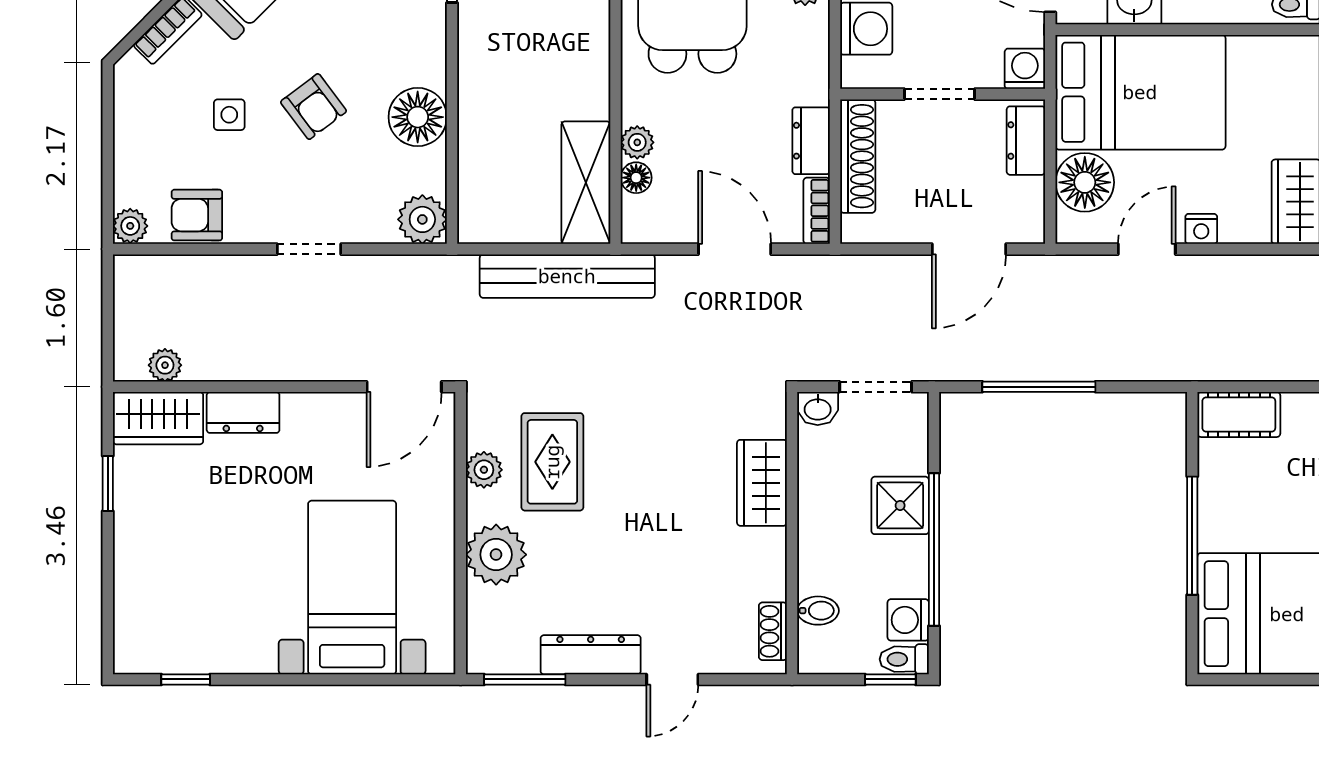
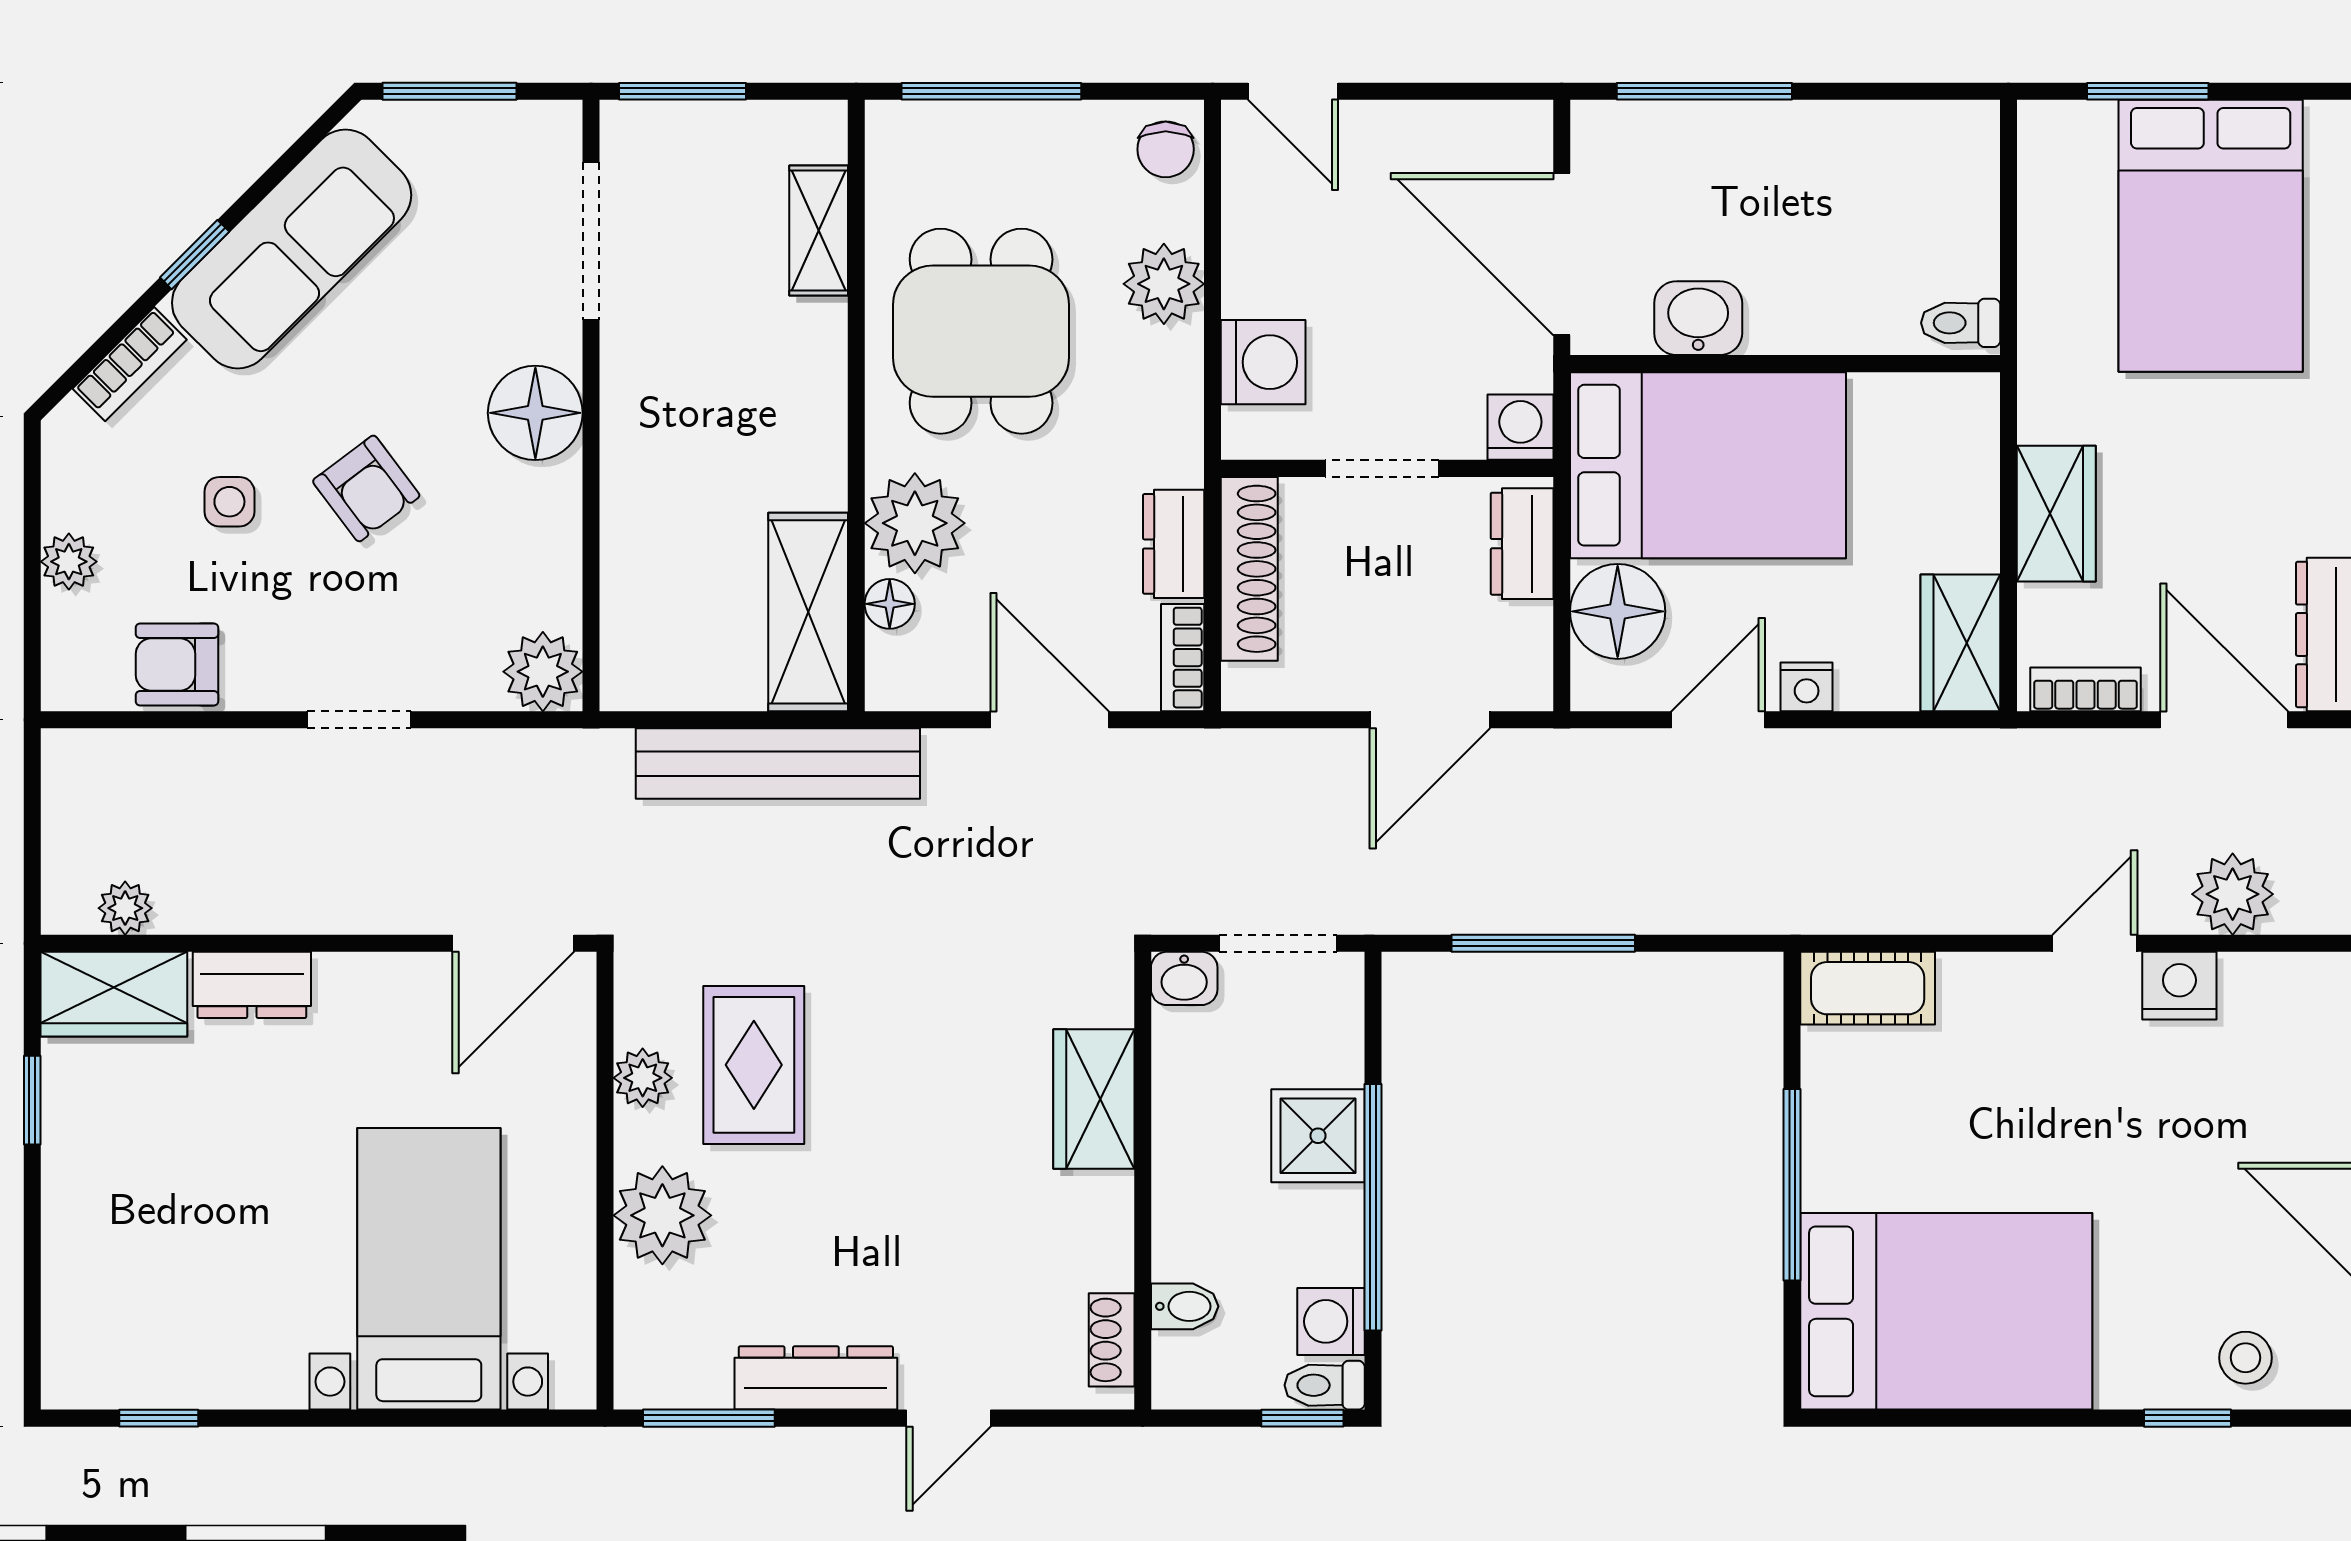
floor lamp: (418, 117) -> (535, 413), moved
plant: (637, 142) -> (915, 523), width x1.88, depth x1.88
plant: (130, 226) -> (69, 562), moved

